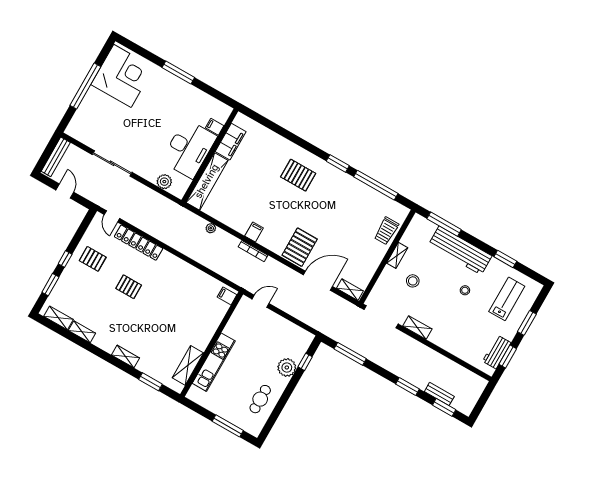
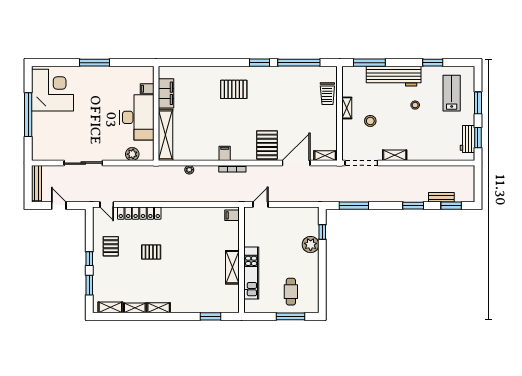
pallet: (93, 259) -> (111, 246), turned 90
shelving: (125, 356) -> (159, 308), moved
shelving: (188, 365) -> (232, 267), moved
cafe table: (260, 399) -> (291, 292), moved

